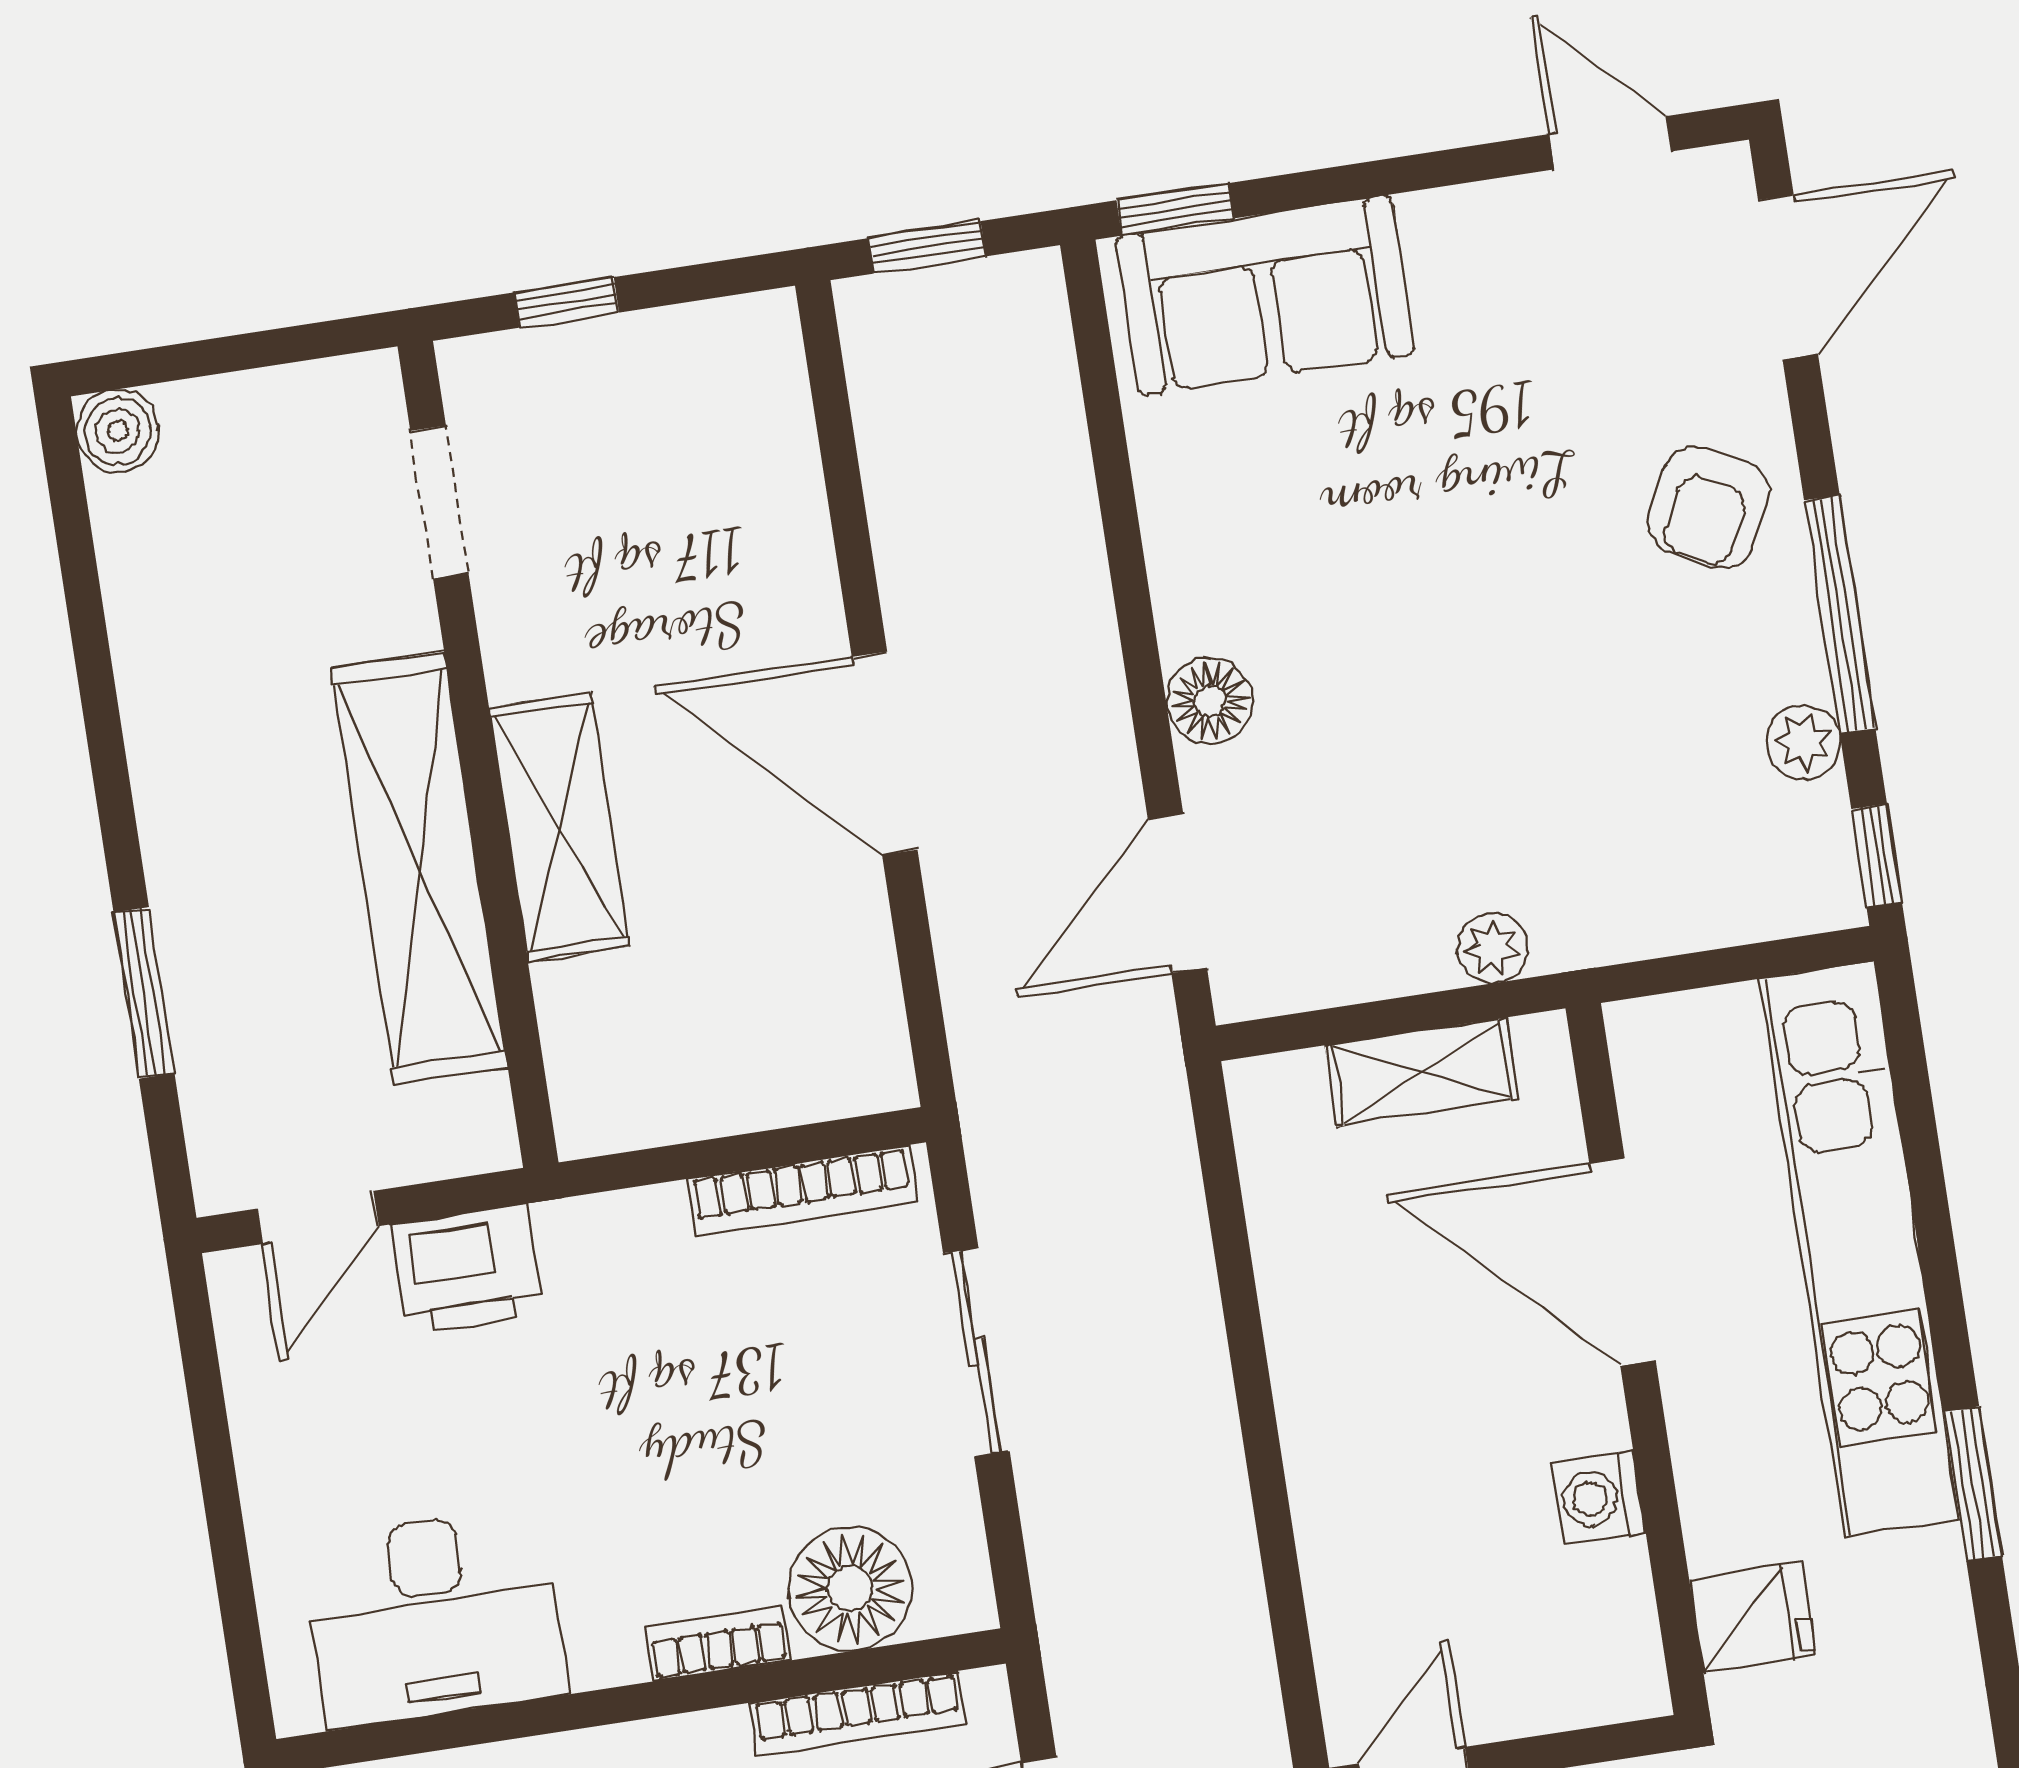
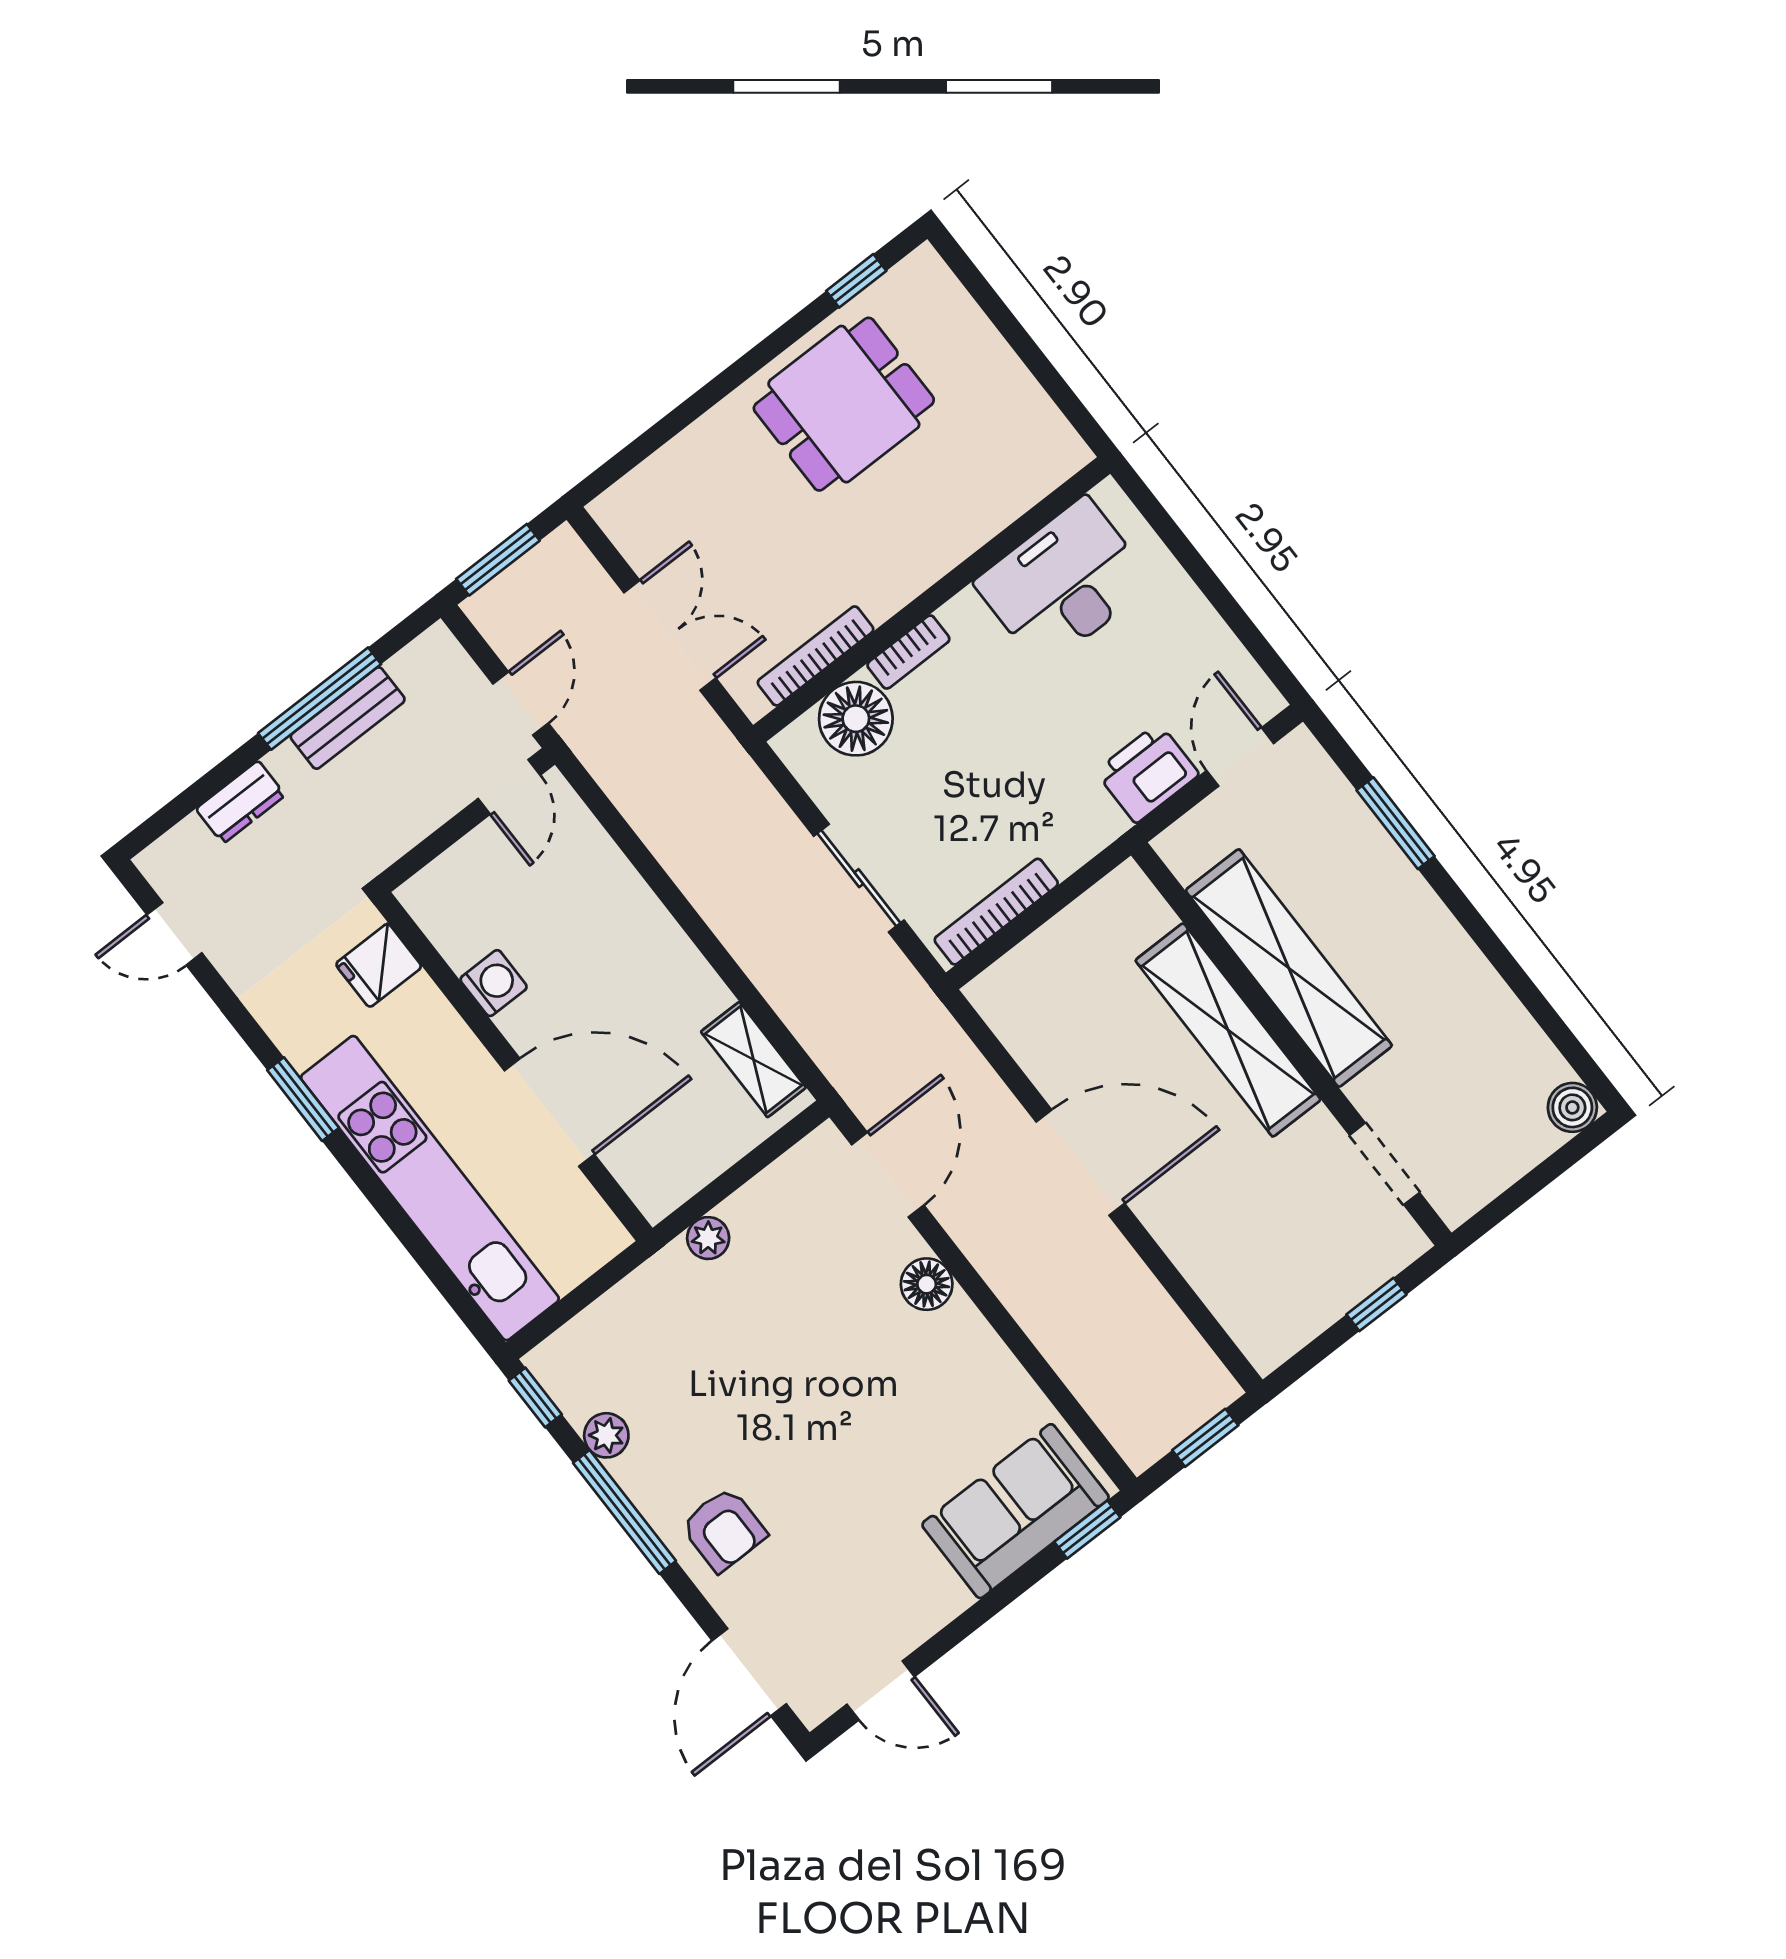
armchair: (1709, 508) -> (724, 1530), turned 153
shelving: (559, 827) -> (1228, 1030), width x1.47
shelving: (1421, 1072) -> (753, 1060), moved, turned 90

